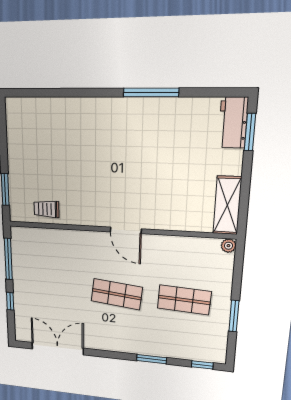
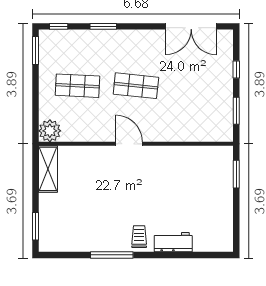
workbench: (233, 123) -> (173, 242), moved, turned -90
trolley: (46, 209) -> (139, 237), moved, turned -90
plant: (228, 246) -> (50, 131), width x1.87, depth x1.87
window: (8, 259) -> (236, 111), width x0.69
window: (234, 316) -> (36, 51), moved

